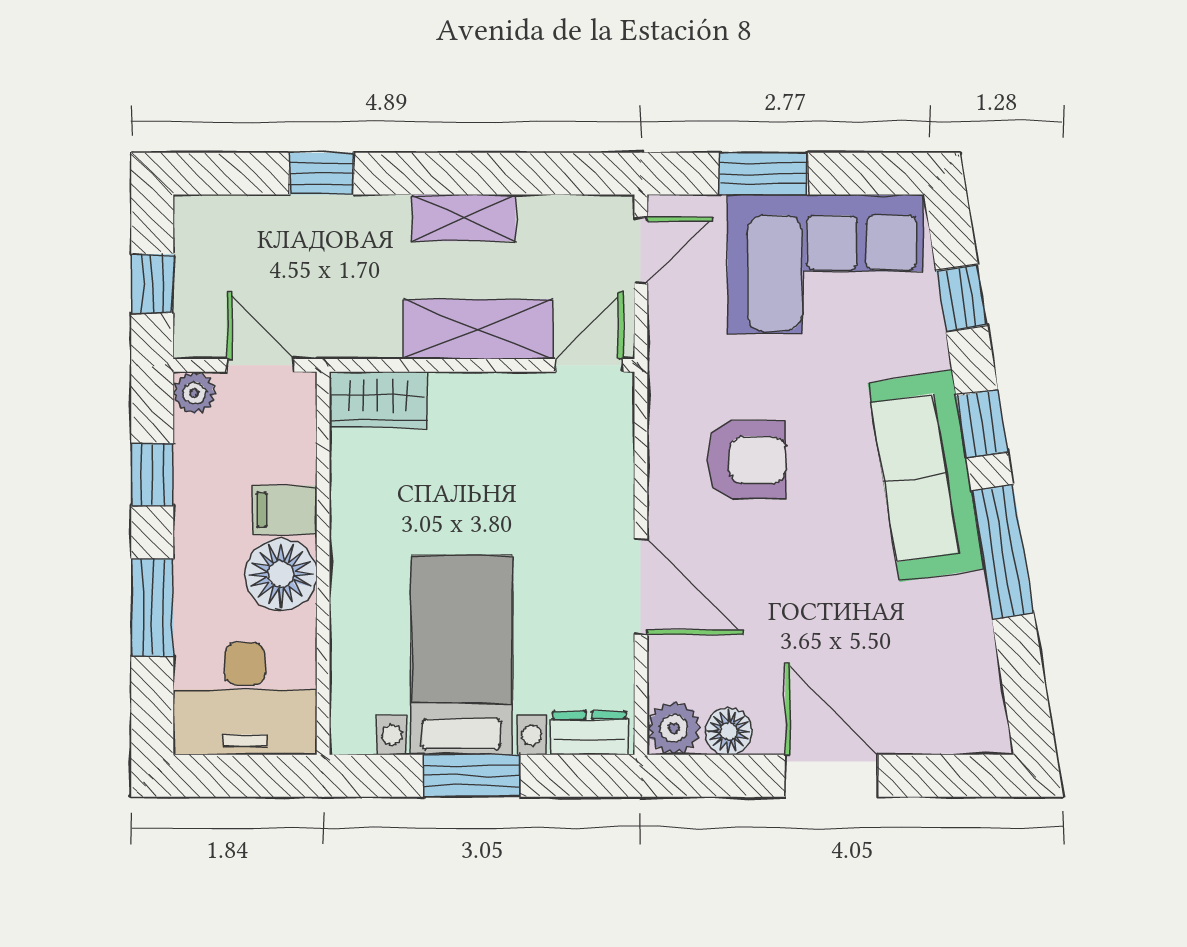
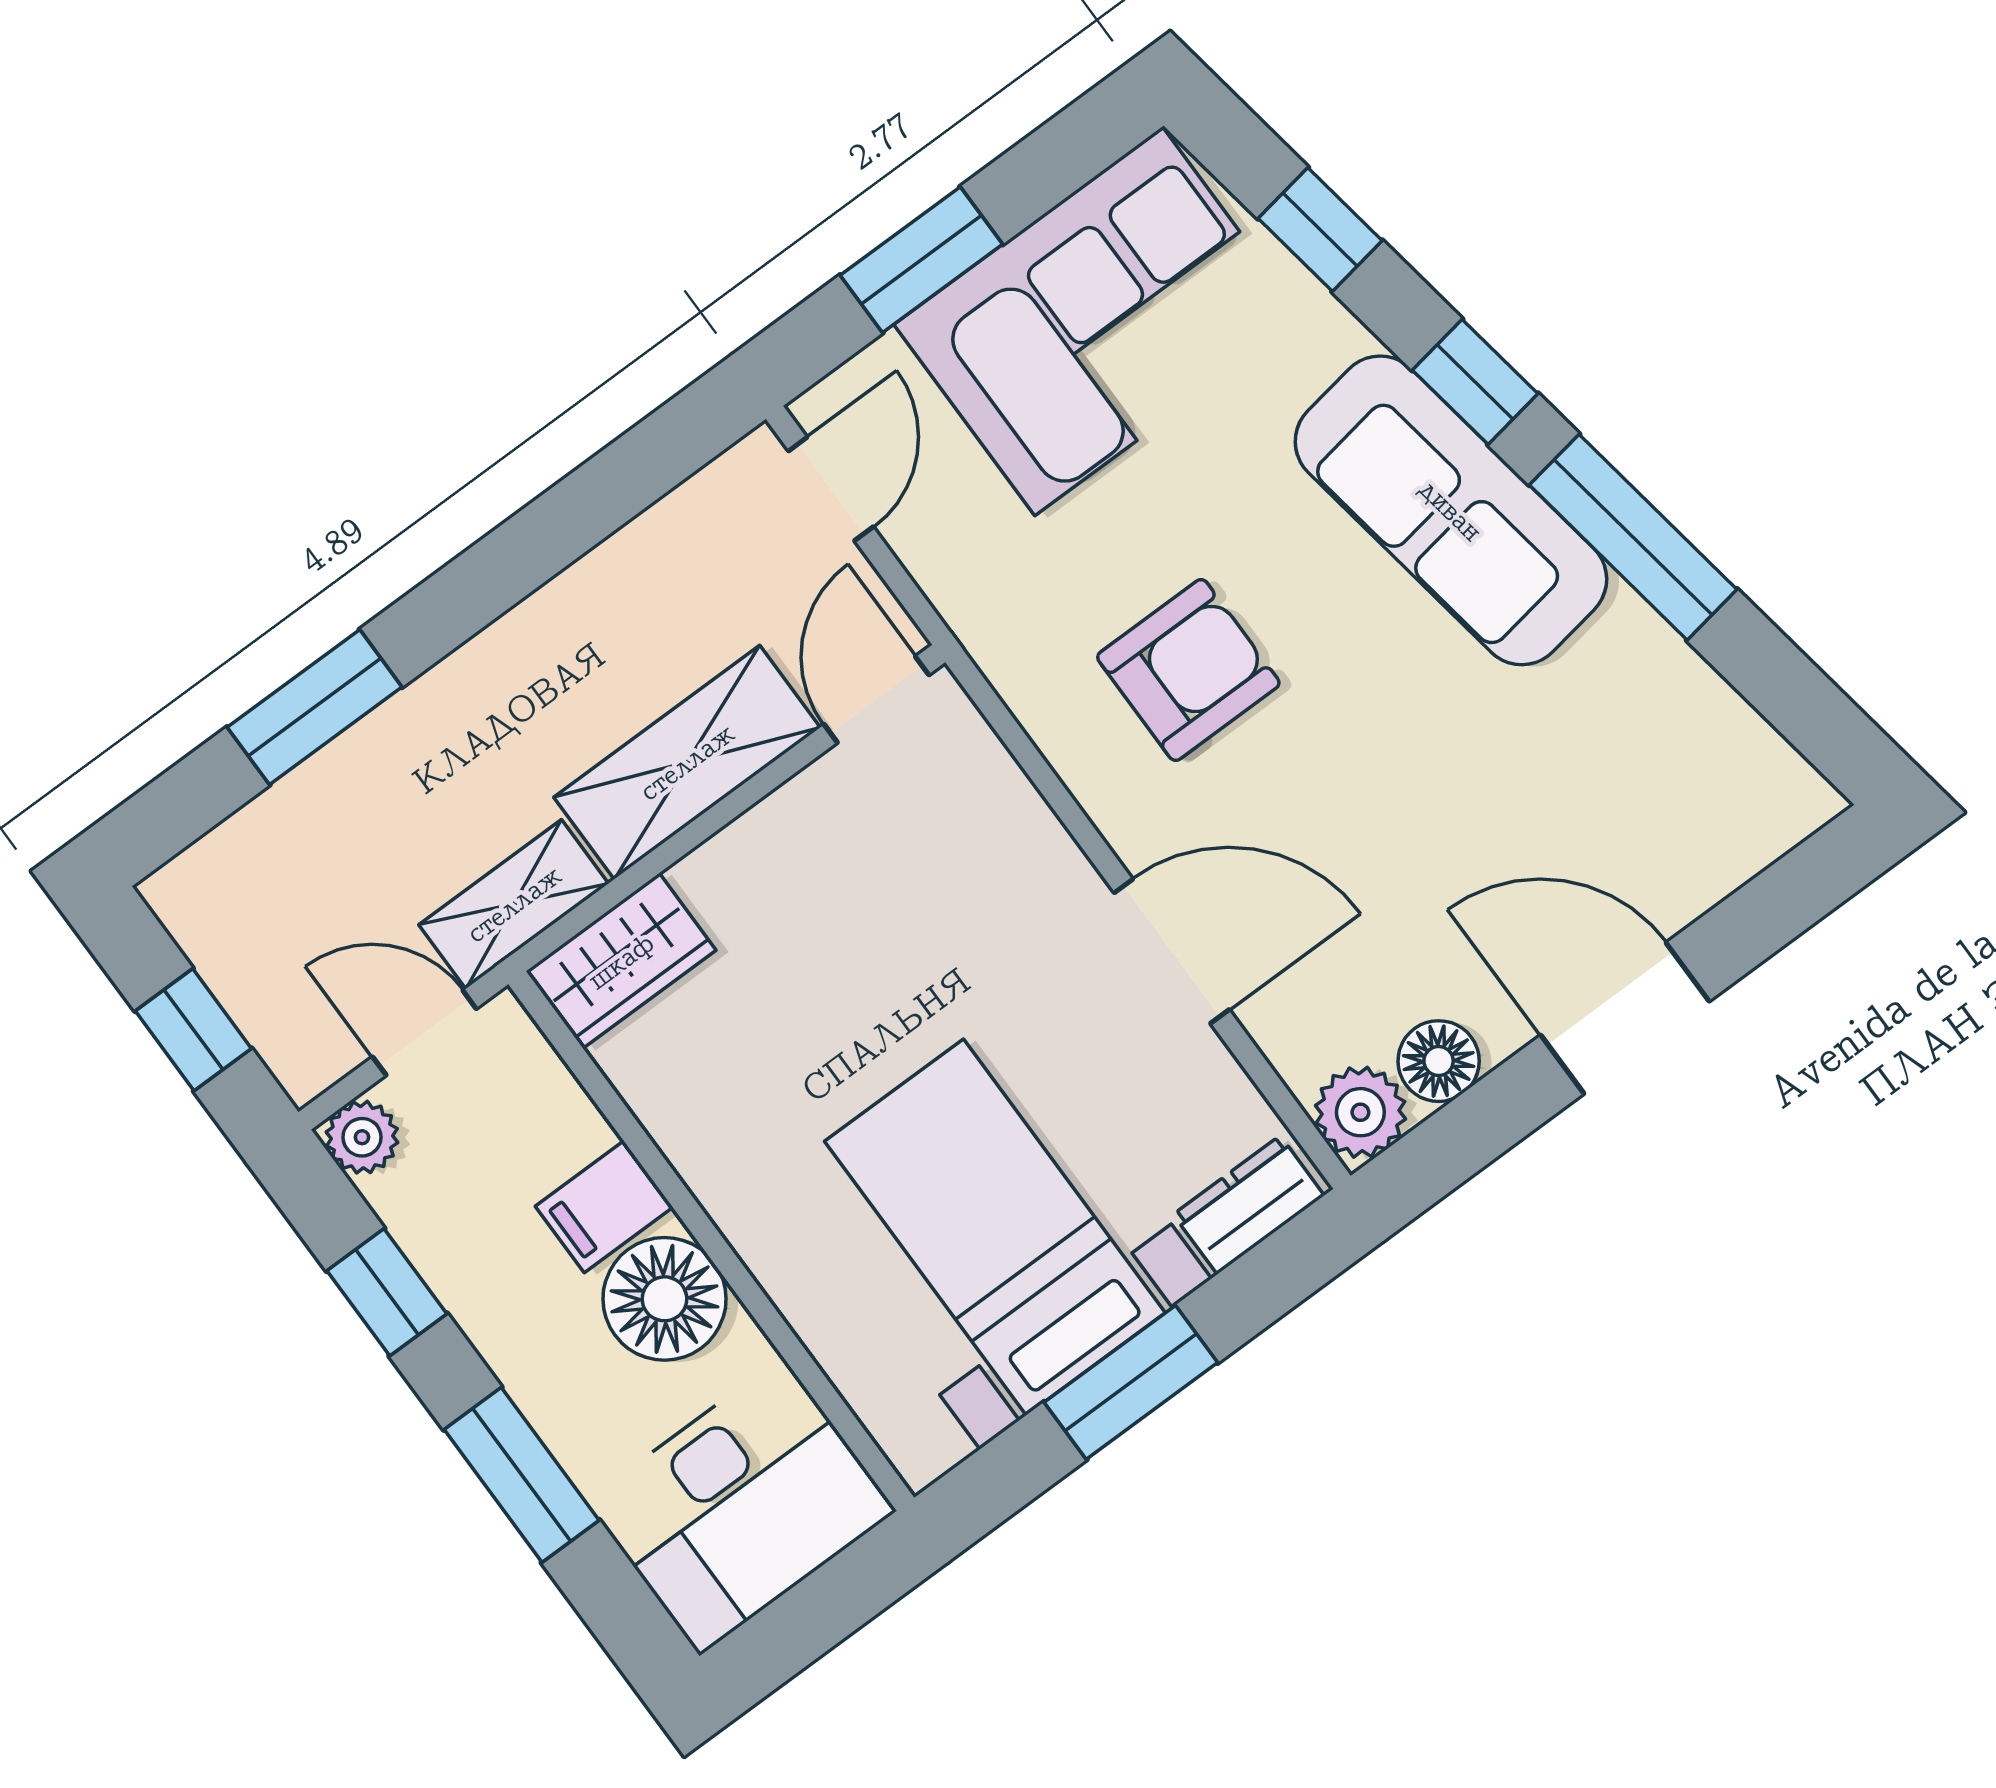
window: (322, 174) -> (315, 707), width x1.50
shelving: (464, 218) -> (514, 904), moved

